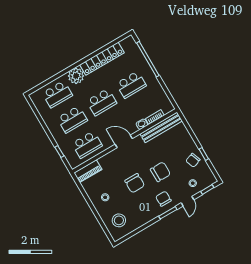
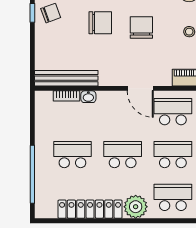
door: (124, 141) -> (140, 88), moved
chair: (160, 172) -> (100, 23), turned 180

